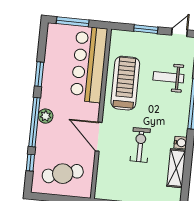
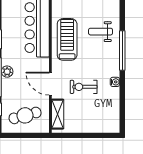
exercise bike: (140, 145) -> (84, 87), turned -90
shelving: (176, 168) -> (58, 114), moved

